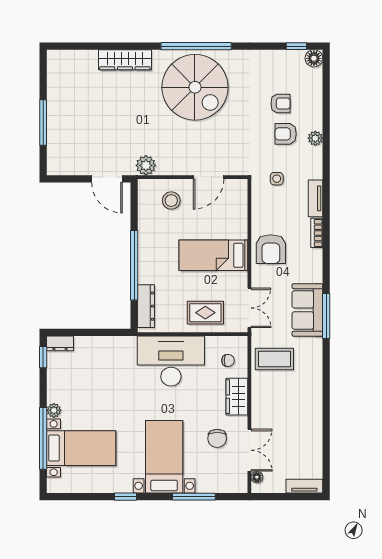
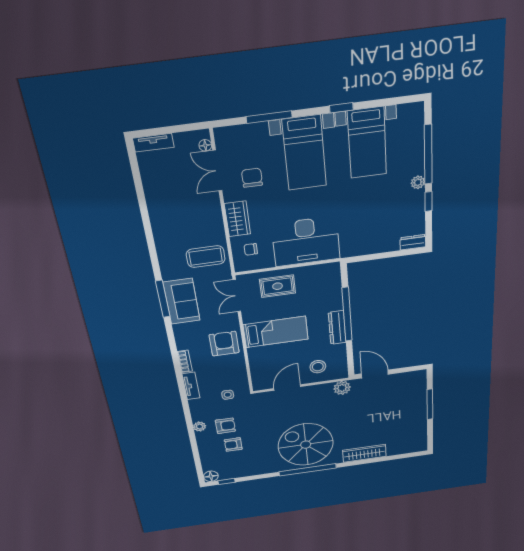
dresser: (146, 306) -> (337, 328), moved
window: (43, 357) -> (429, 202), moved
bed with nightstands: (81, 448) -> (367, 143), moved, turned -90

